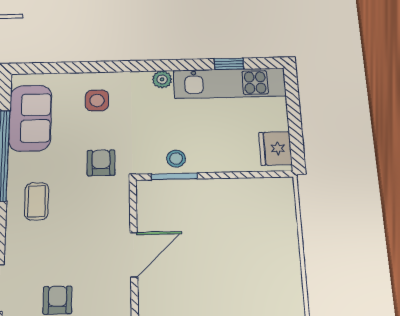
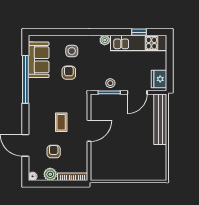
armchair: (101, 163) -> (69, 73), moved
door: (232, 175) -> (137, 92), added
coffee table: (37, 201) -> (61, 122), moved
bench: (284, 228) -> (160, 119), added

